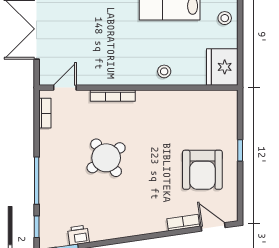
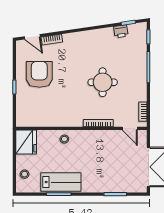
door: (65, 88) -> (130, 128), hinge flipped
round table: (106, 158) -> (103, 82), turned 36

